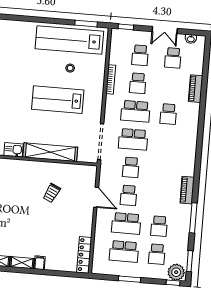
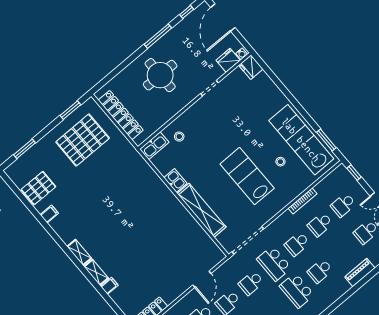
school desk: (135, 111) -> (297, 244), width x0.54
school desk: (166, 142) -> (297, 290), added
trolley: (52, 193) -> (172, 242), removed

